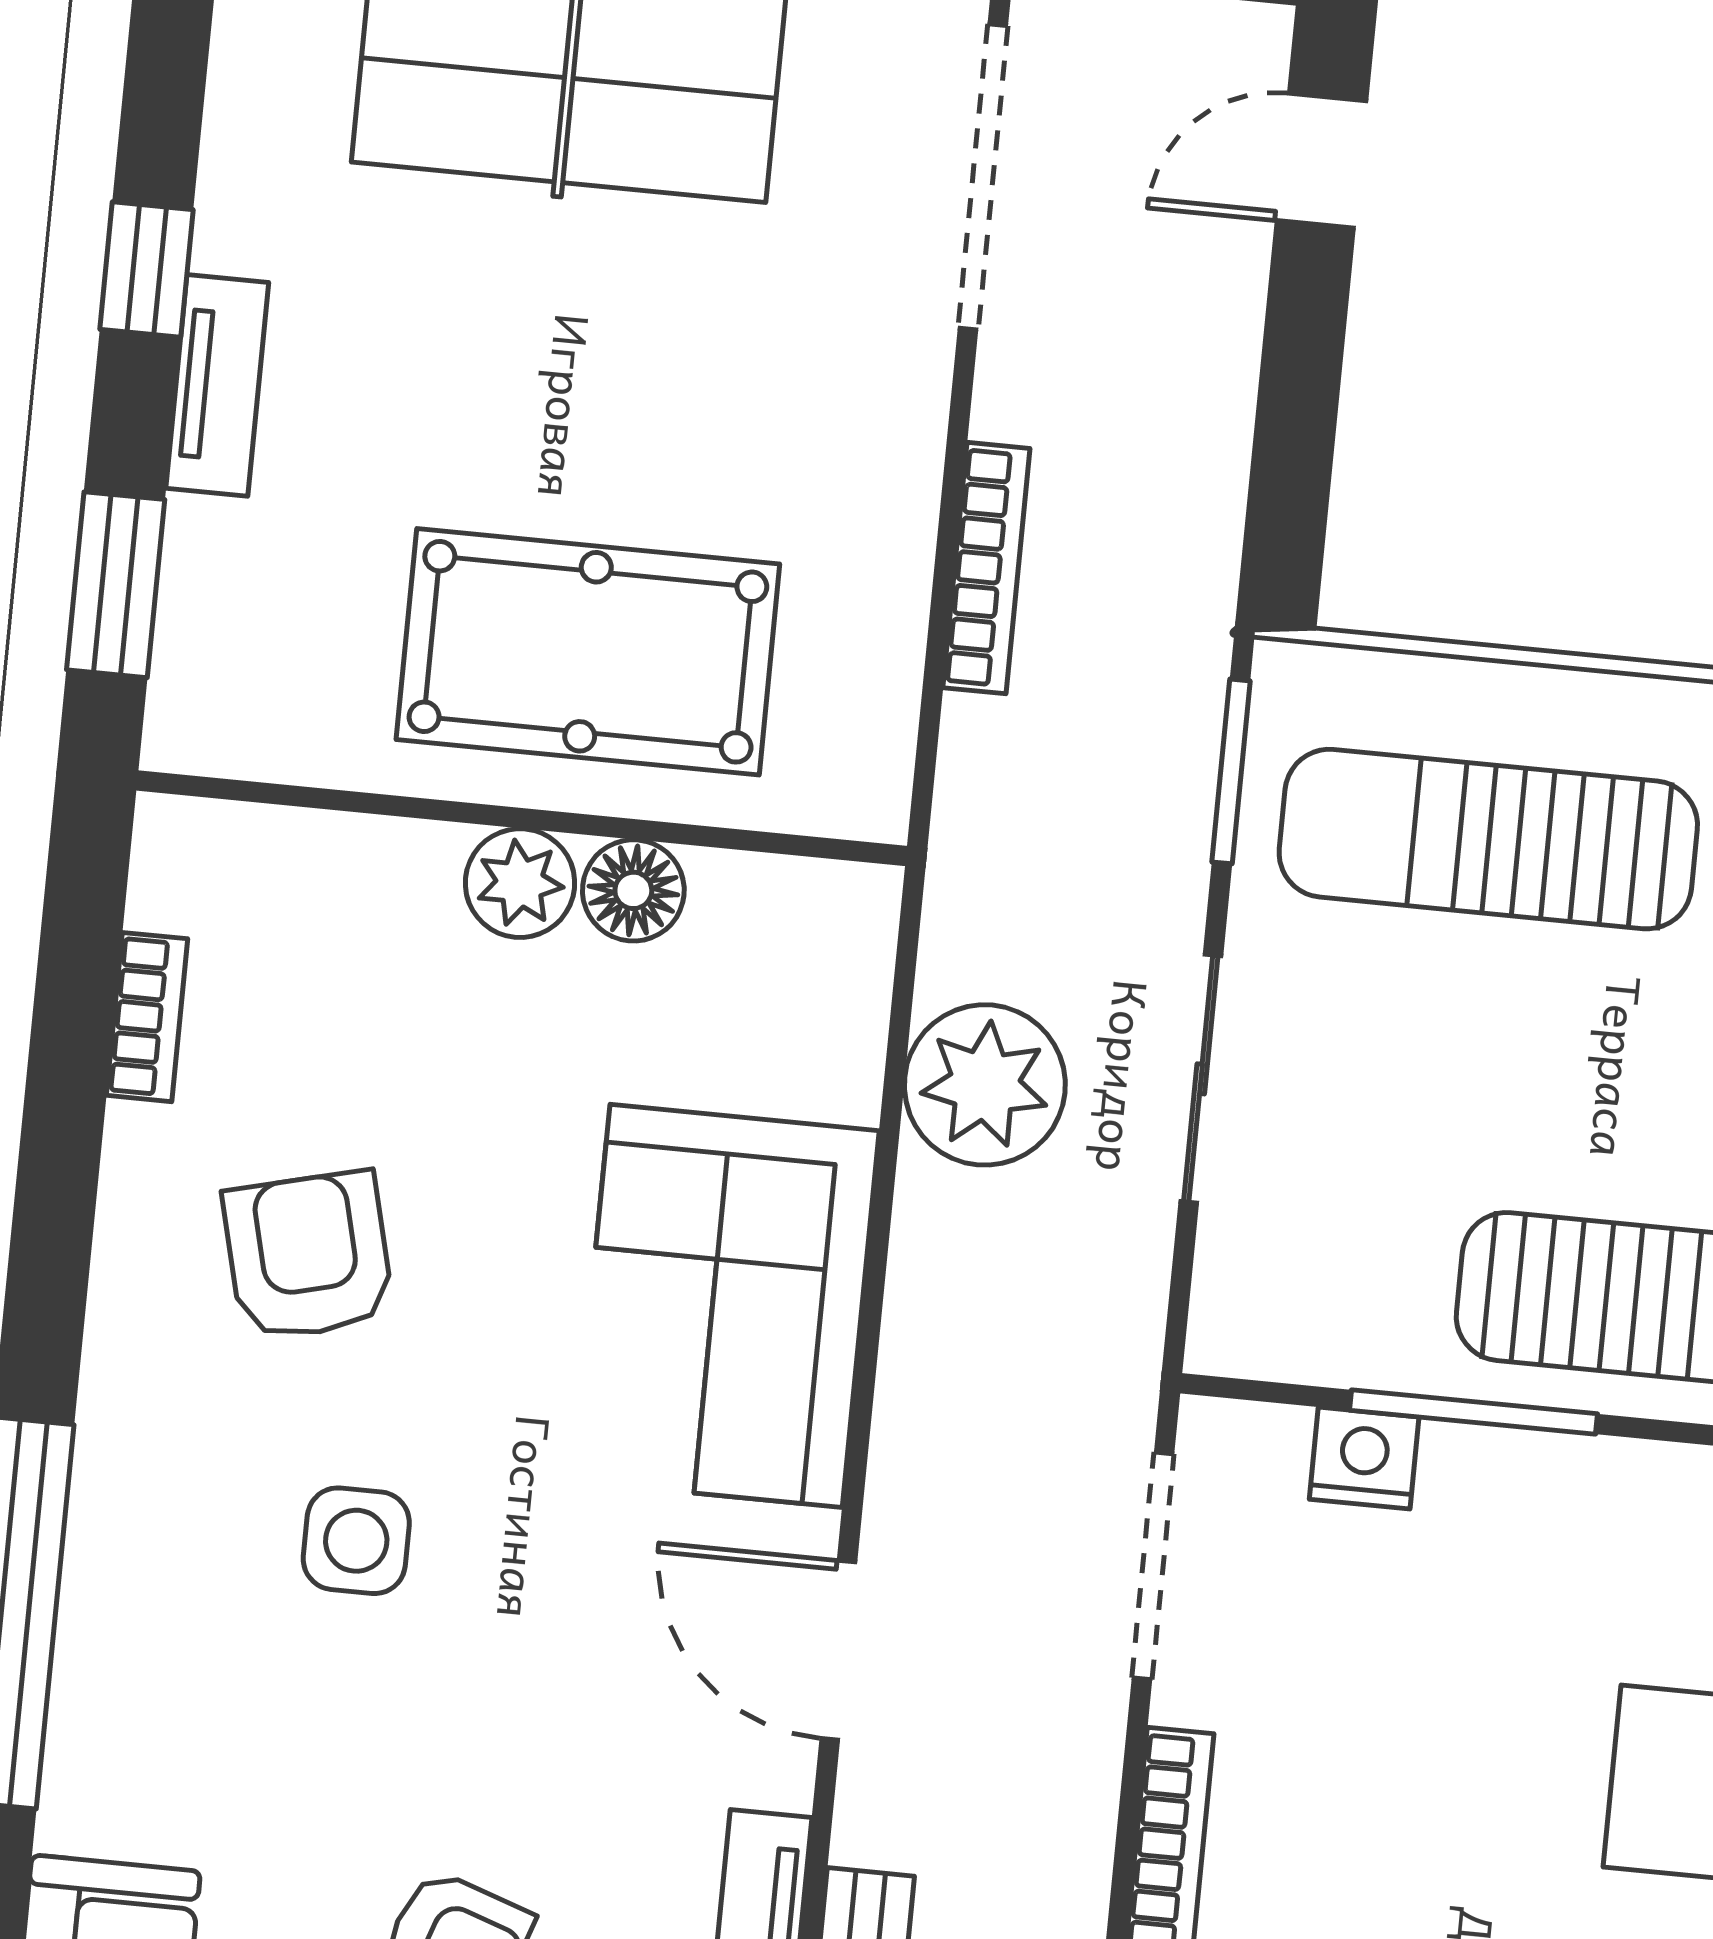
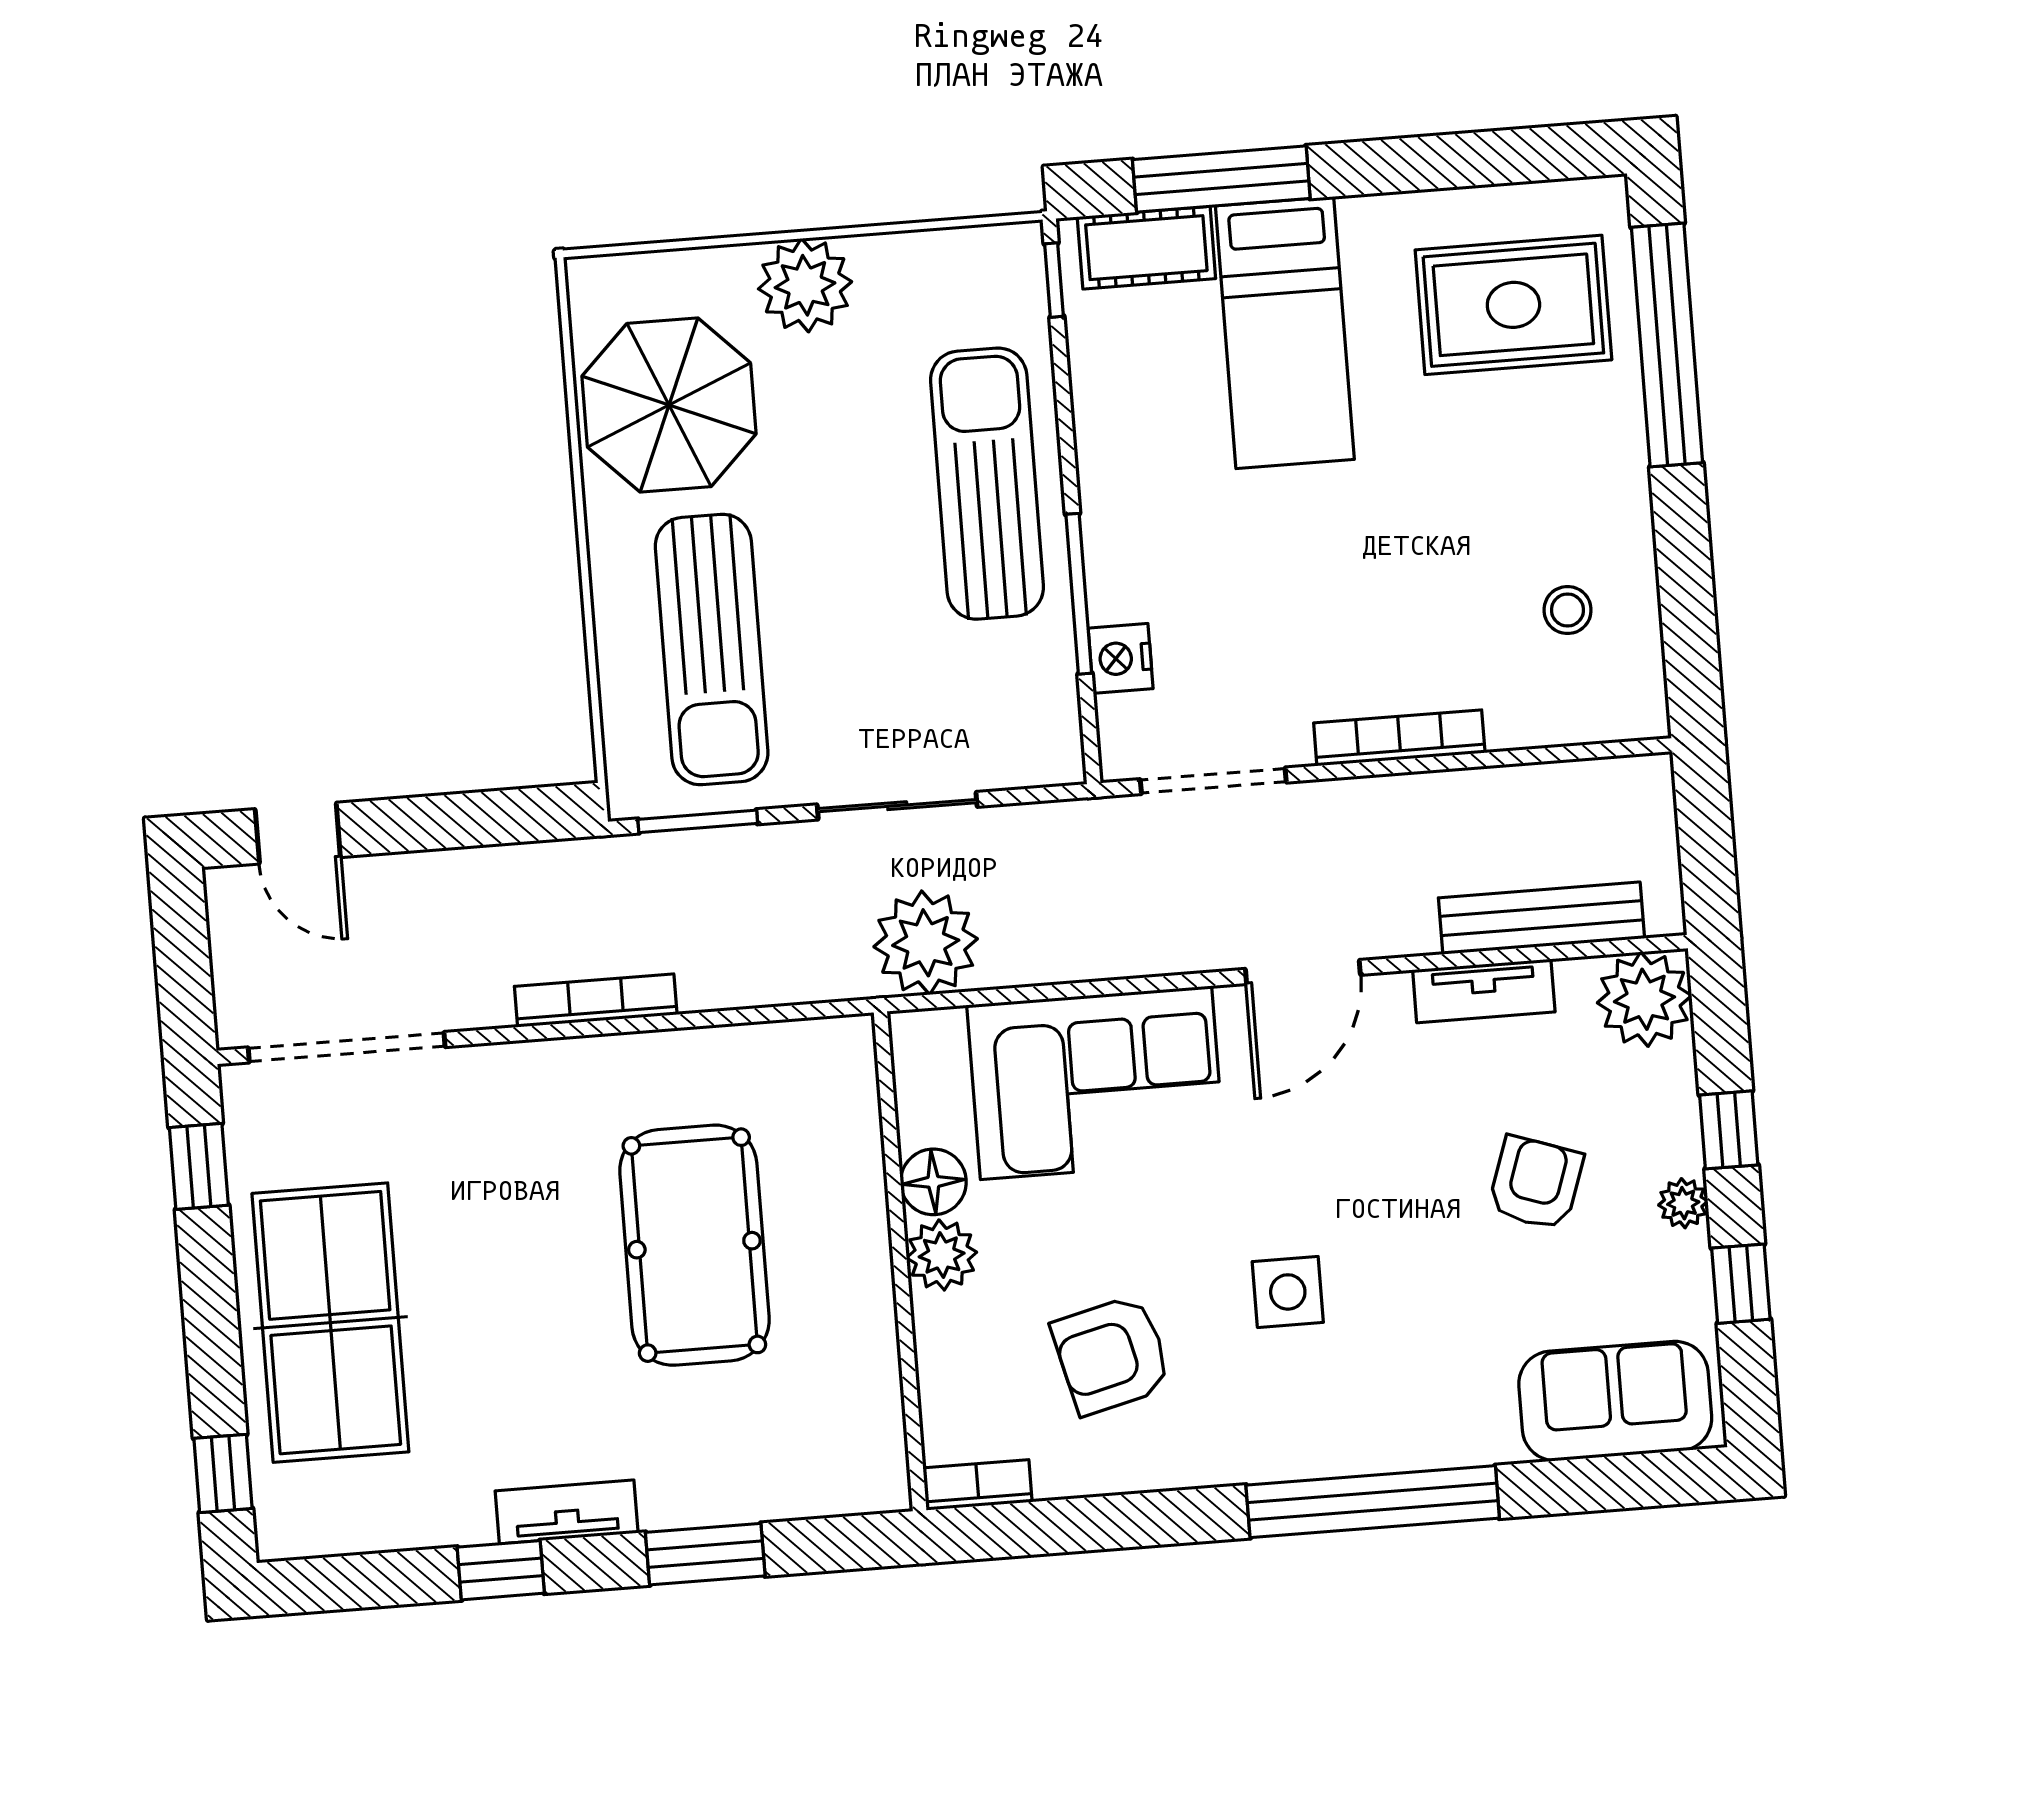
wall: (522, 818) -> (900, 1261), moved
plant: (520, 883) -> (942, 1255), moved
floor lamp: (633, 890) -> (933, 1182), moved

